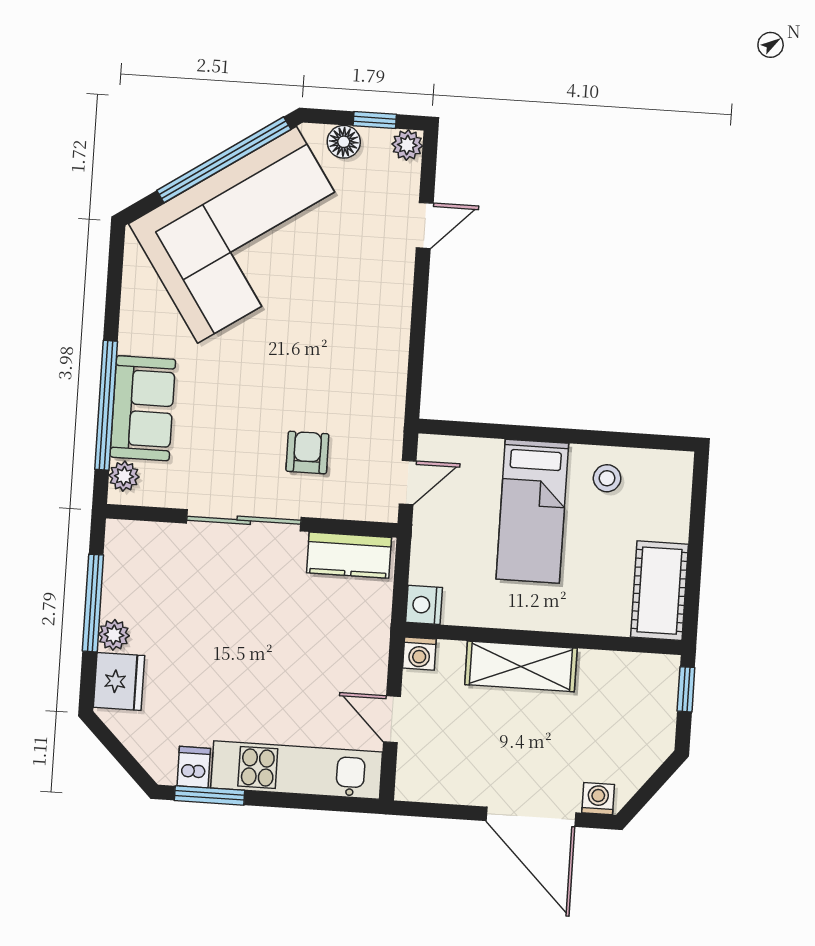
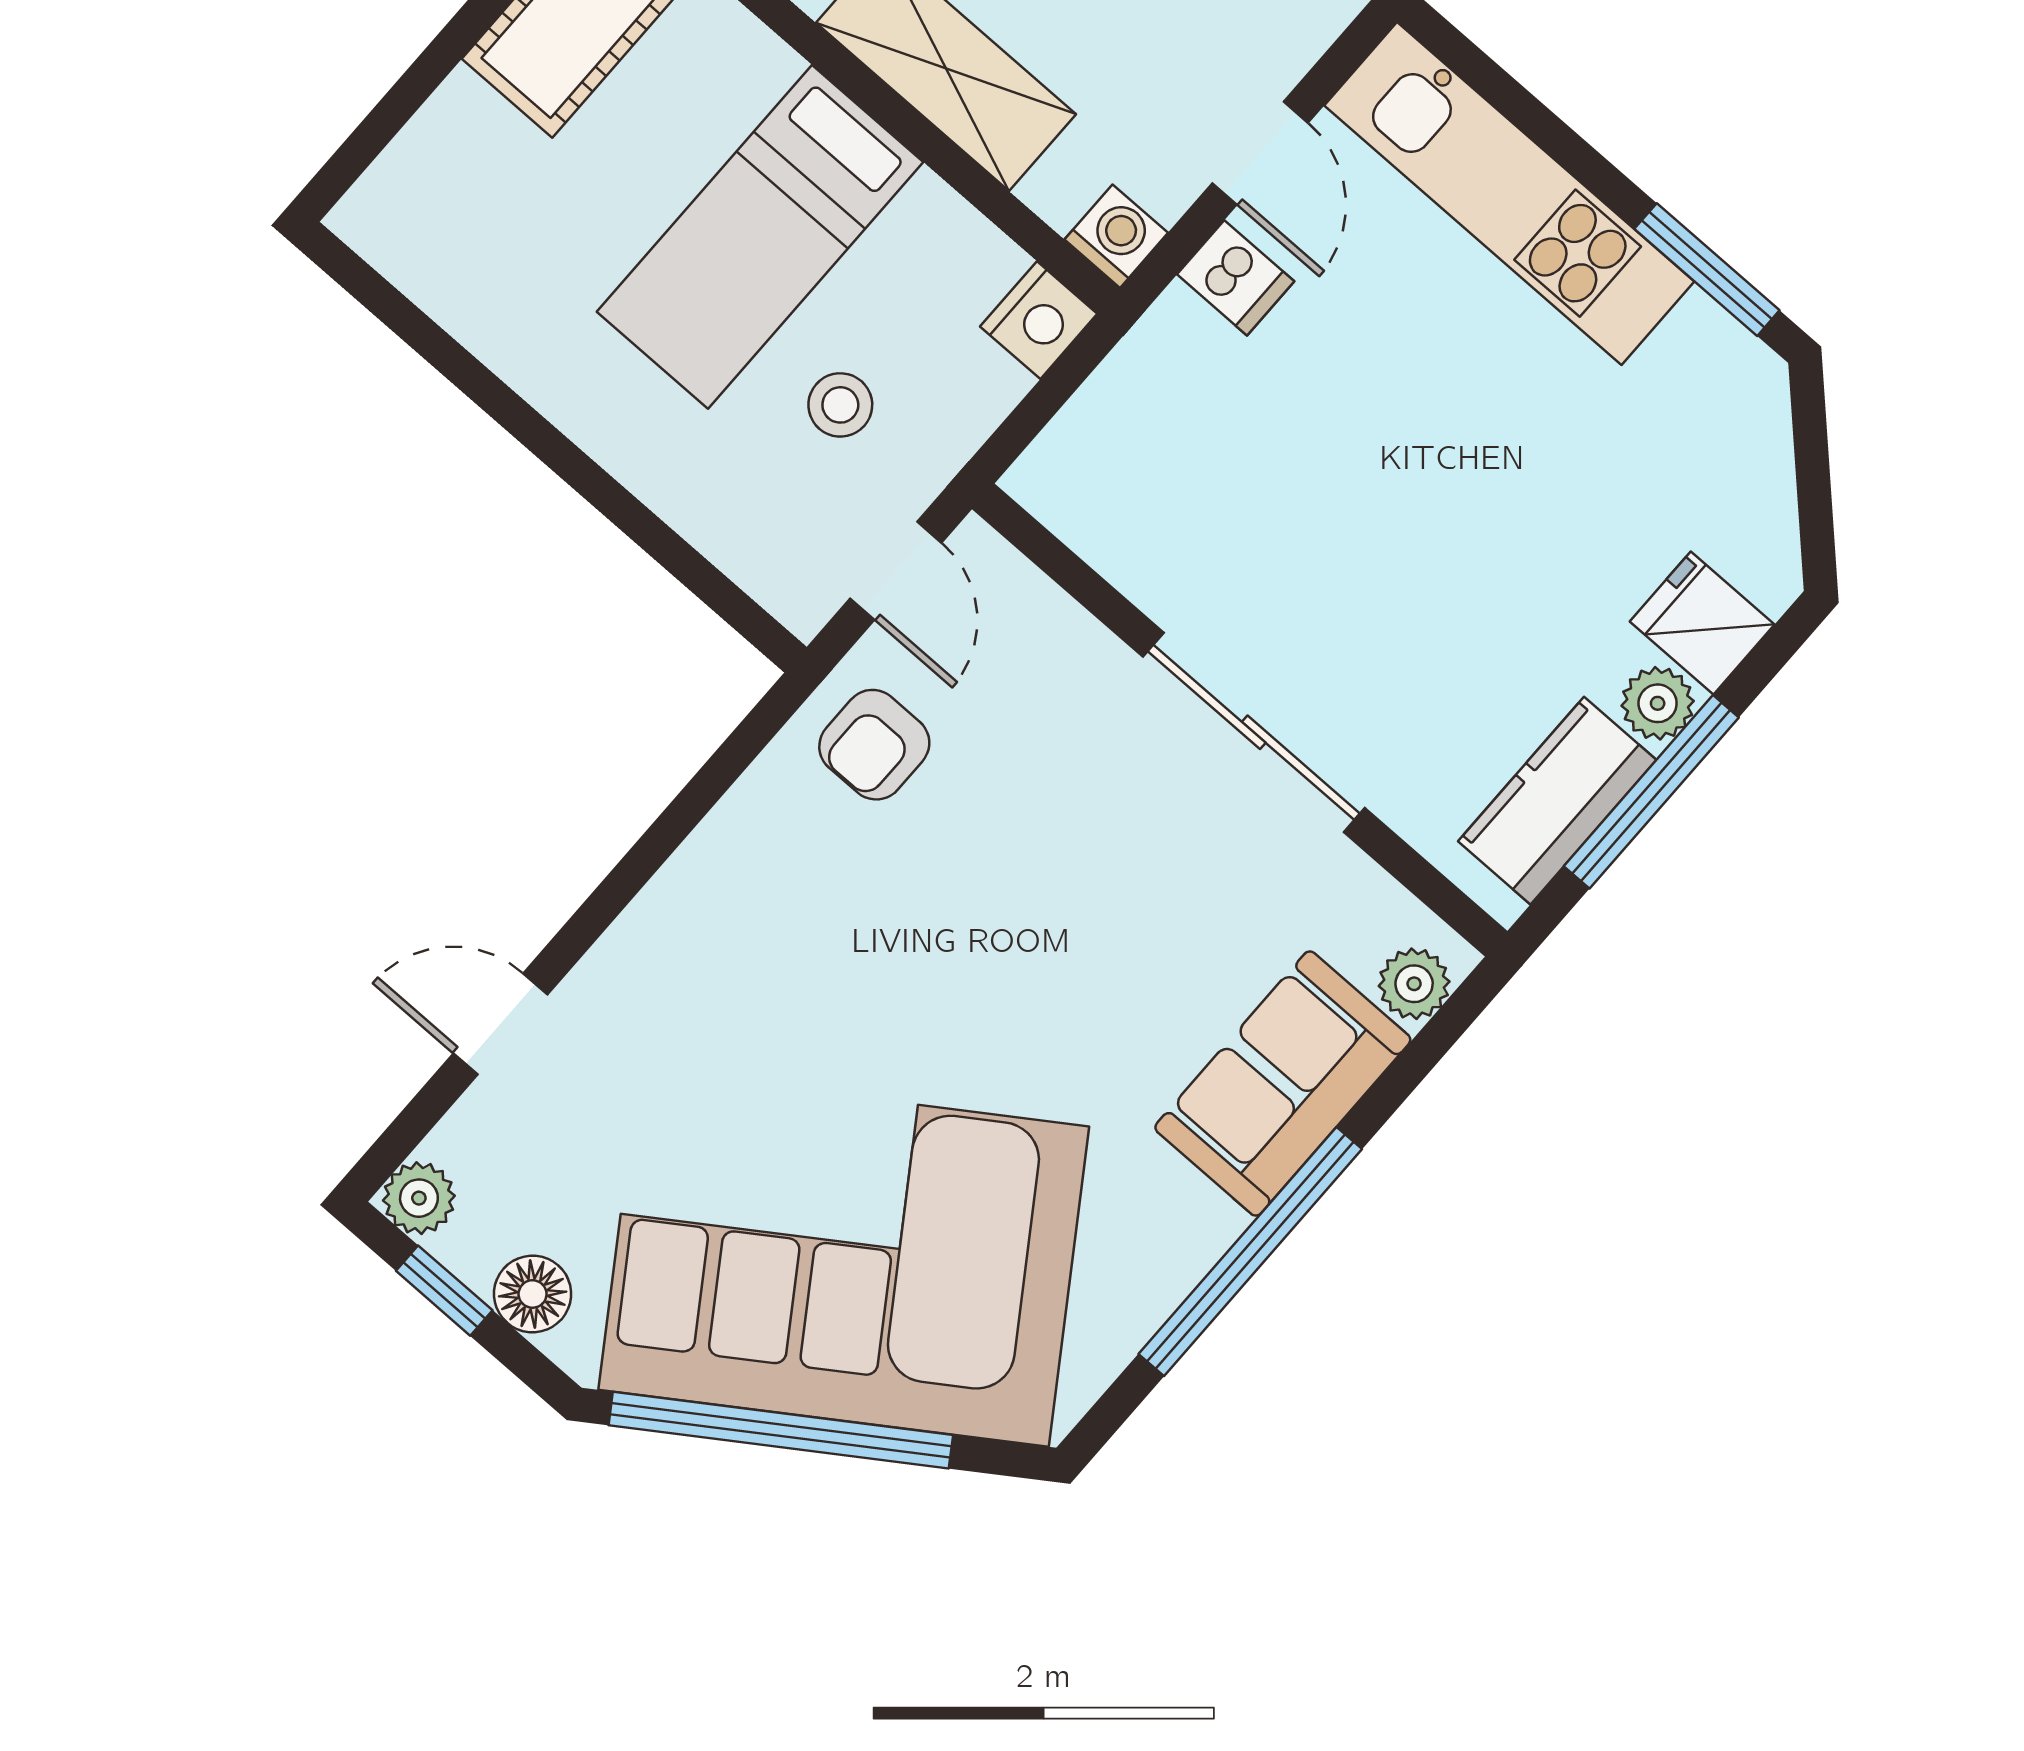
window: (106, 405) -> (1250, 1251), moved
armchair: (307, 452) -> (874, 745), moved
stool: (607, 478) -> (840, 405), moved
door: (408, 482) -> (896, 571), swing flipped
bed: (532, 511) -> (760, 237), moved, turned 180
kitchen counter: (349, 555) -> (1557, 801), moved, turned -90
fridge: (119, 681) -> (1702, 623), width x0.72
dishwasher: (194, 767) -> (1236, 278), moved, turned -90

